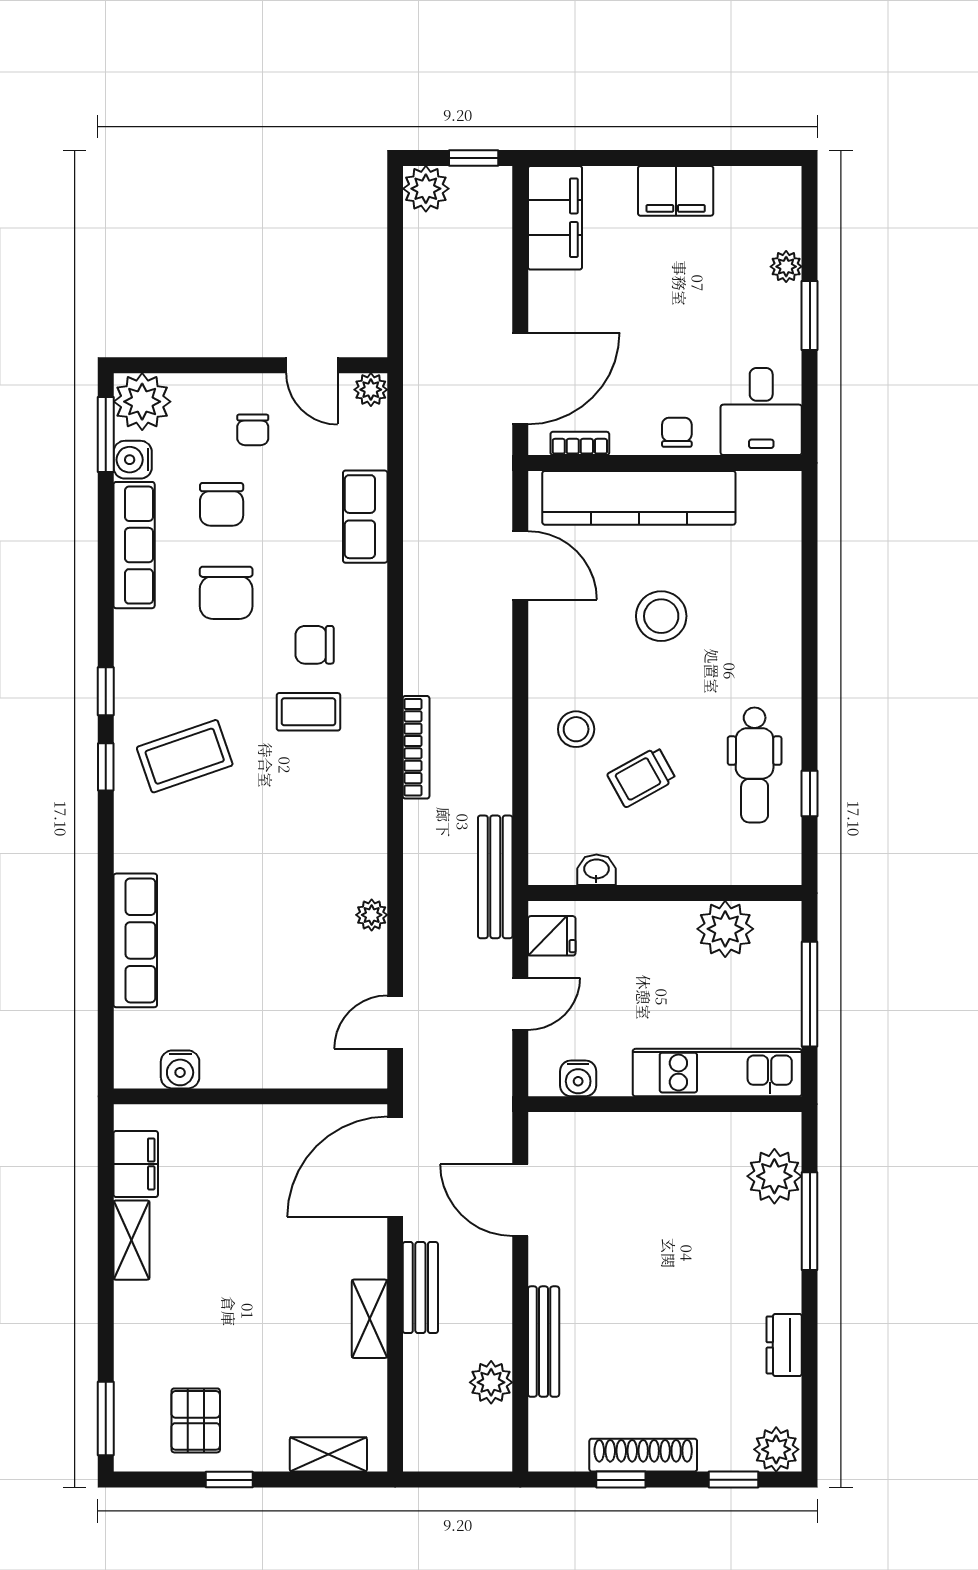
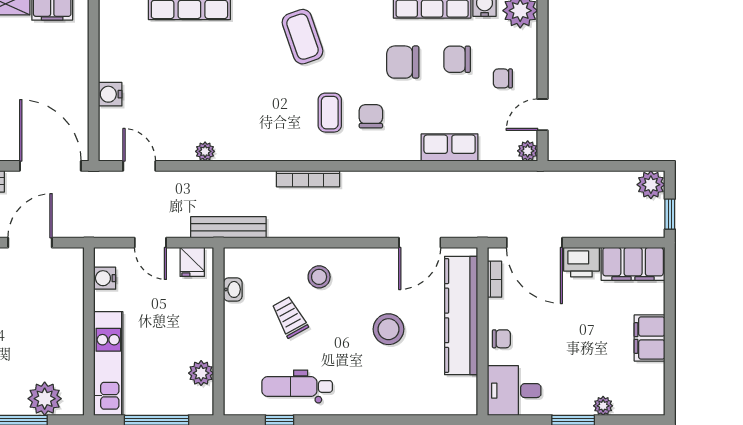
printer: (552, 302) -> (581, 262), added
plant: (725, 929) -> (201, 373), width x0.73, depth x0.73
water cooler: (180, 1069) -> (110, 94), moved

